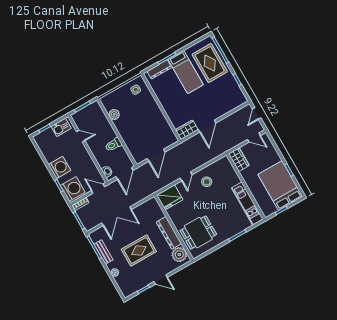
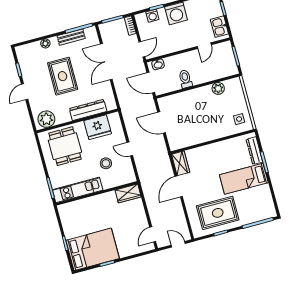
rug: (210, 63) -> (218, 213), moved
door: (207, 126) -> (179, 186), hinge flipped
wardrobe: (239, 160) -> (128, 193), moved
stool: (207, 182) -> (106, 163), moved
wall: (246, 186) -> (97, 193), moved
washing machine: (73, 189) -> (152, 16), width x0.53, depth x0.53
fridge: (170, 197) -> (98, 127), moved, turned -90
kitchen unit: (247, 204) -> (78, 190), moved
dresser: (169, 233) -> (88, 110), moved

